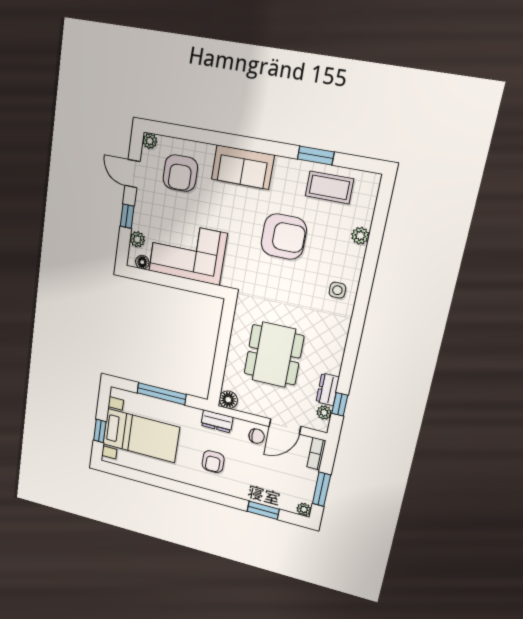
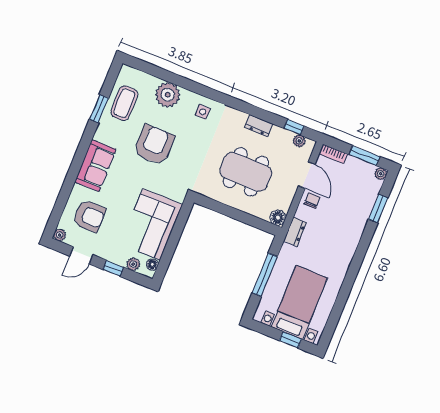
plant: (360, 236) -> (168, 95), width x1.87, depth x1.87
dresser: (328, 389) -> (259, 126), moved
armchair: (213, 462) -> (330, 243), removed

